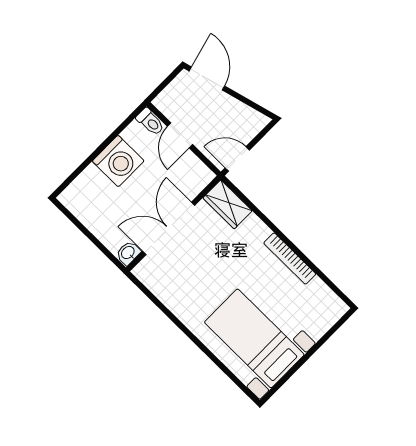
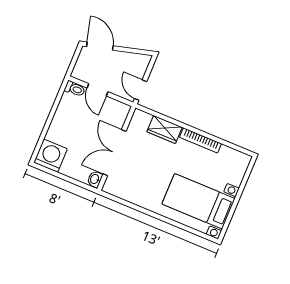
door: (237, 159) -> (141, 90), hinge flipped
washing machine: (118, 161) -> (51, 156), moved, turned -90
wardrobe: (228, 204) -> (165, 129), moved

